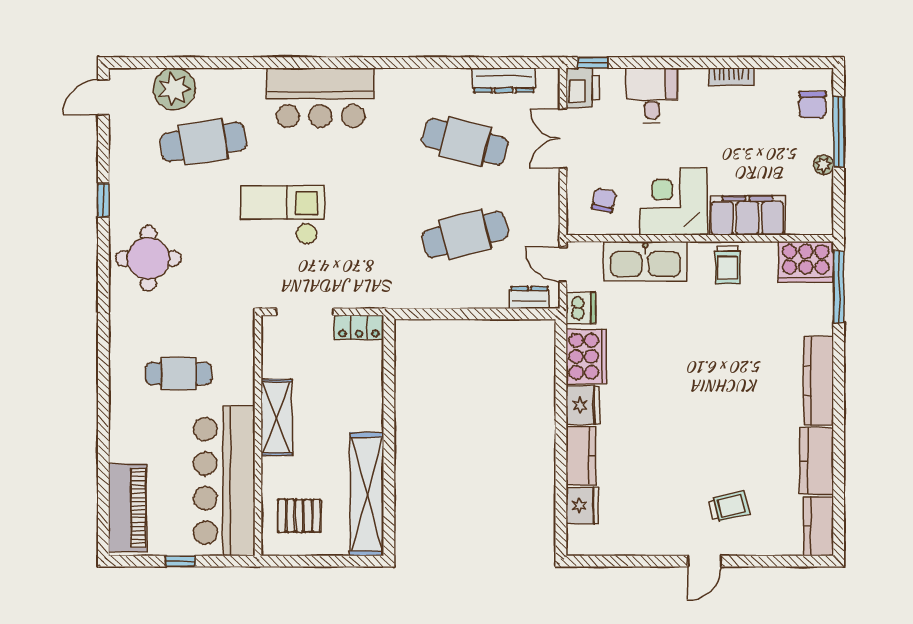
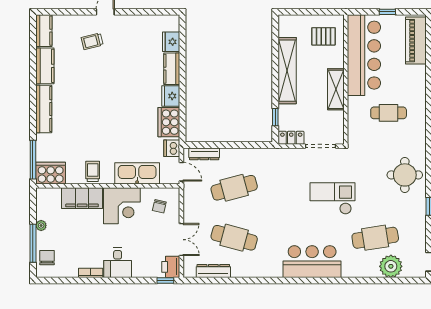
desk: (652, 95) -> (118, 263), moved
checkout: (283, 215) -> (332, 198), turned 180
dresser: (529, 298) -> (204, 154), width x1.44
window: (389, 366) -> (275, 117), added
shelving: (367, 494) -> (287, 71), moved

